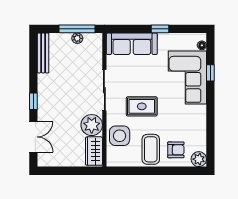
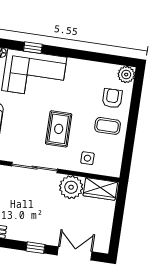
side table: (120, 136) -> (87, 158), width x0.54, depth x0.54
coffee table: (151, 149) -> (108, 126), width x0.73, depth x0.77

